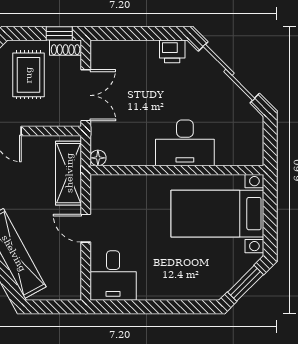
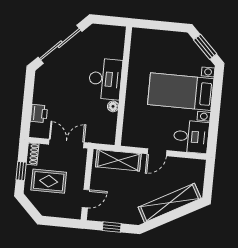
window: (59, 33) -> (21, 171), moved
printer: (172, 51) -> (39, 113), moved
floor lamp: (98, 158) -> (113, 106), moved
bed with nightstands: (217, 214) -> (181, 92), moved, turned 90

